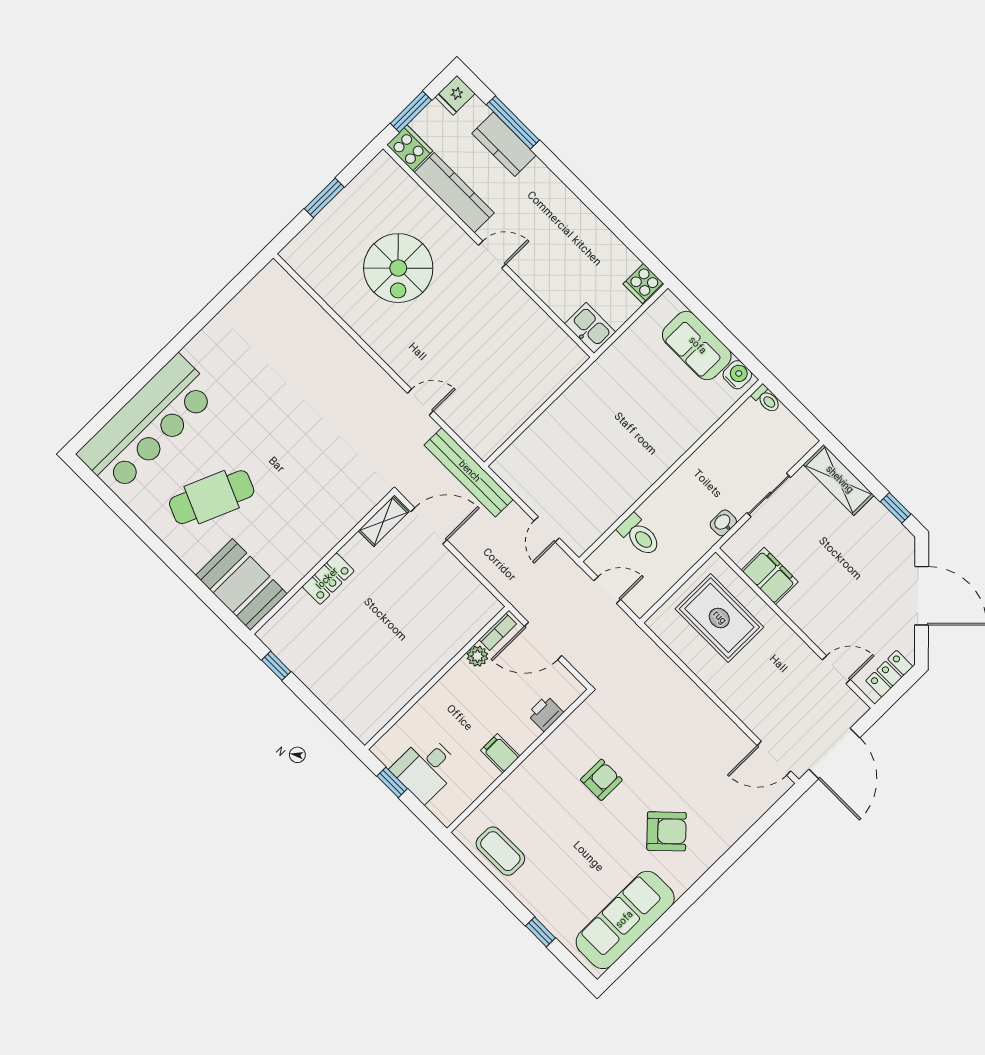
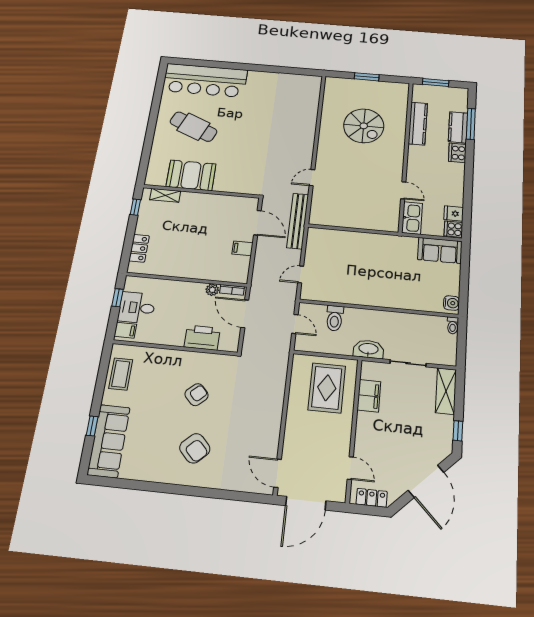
fridge: (455, 95) -> (454, 213), moved
cooker: (410, 148) -> (457, 153), moved, turned 180
door: (492, 255) -> (403, 190), moved
spiral stairs: (398, 268) -> (364, 126), turned -90
kitchen sink: (590, 328) -> (412, 218), width x1.38
sofa: (697, 346) -> (440, 250), moved, turned -90
door: (420, 402) -> (312, 178), swing flipped
shelving: (383, 521) -> (165, 195), moved
washbasin: (723, 523) -> (368, 349), width x1.91, depth x1.45
filing cabinet: (450, 574) -> (243, 248), added
locker: (328, 579) -> (139, 248), moved, turned -90
booth: (241, 585) -> (191, 175), moved, turned 90
printer: (545, 713) -> (202, 338), width x1.87, depth x1.48
filing cabinet: (500, 753) -> (125, 330), moved, turned 90
armchair: (601, 780) -> (196, 395), turned -43
sofa: (625, 920) -> (109, 441), moved, turned 90

